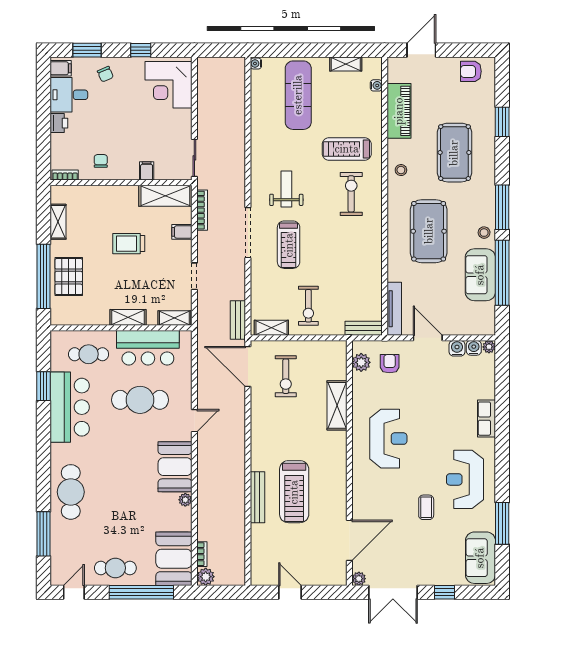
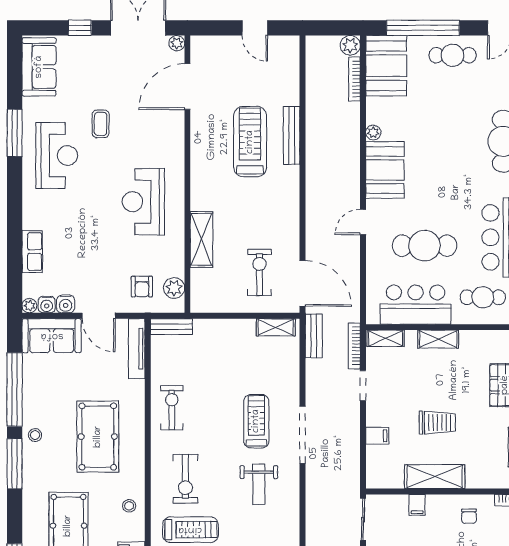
shelving: (165, 196) -> (435, 477), moved
bookcase: (202, 210) -> (354, 346), moved
sofa: (480, 275) -> (52, 336), moved, turned 90
exercise bike: (308, 306) -> (172, 408), moved
row of seats: (487, 419) -> (32, 252), moved
window: (502, 523) -> (15, 133), moved
bookcase: (202, 554) -> (354, 79), width x1.56

